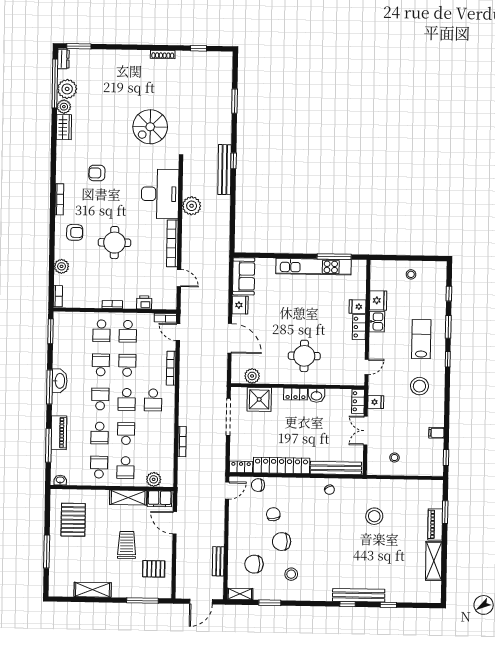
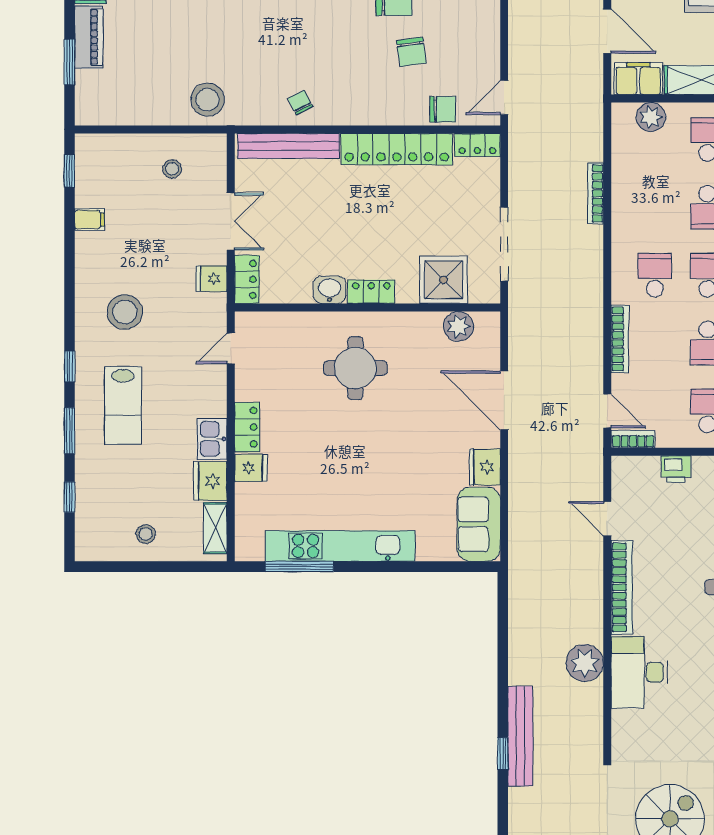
desk: (160, 194) -> (639, 672), width x0.73, depth x0.77
shelving: (376, 277) -> (215, 528), added
stool: (374, 516) -> (208, 100), moved

